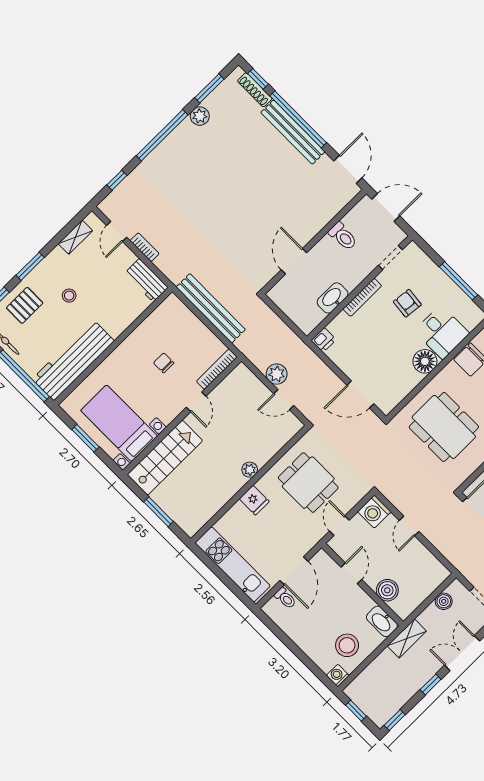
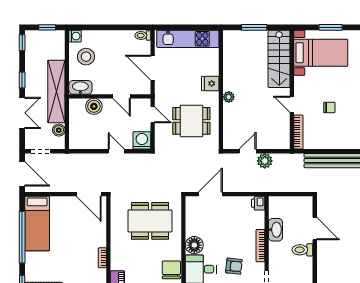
toilet: (343, 236) -> (302, 250), moved
toilet: (285, 598) -> (143, 35), moved
shelving: (407, 638) -> (56, 91), width x2.20, depth x1.33

